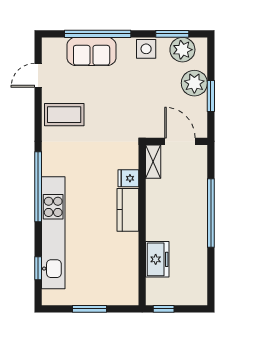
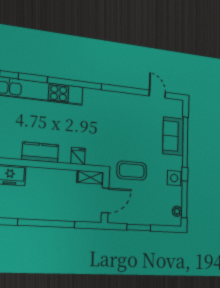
window: (172, 34) -> (184, 199), width x1.44
plant: (182, 50) -> (177, 211), width x0.53, depth x0.53
plant: (194, 83) -> (149, 215), removed
coffee table: (64, 115) -> (132, 171), moved, turned 90
kitchen counter: (128, 210) -> (40, 152), moved

